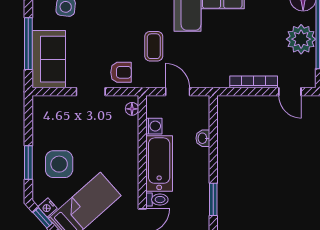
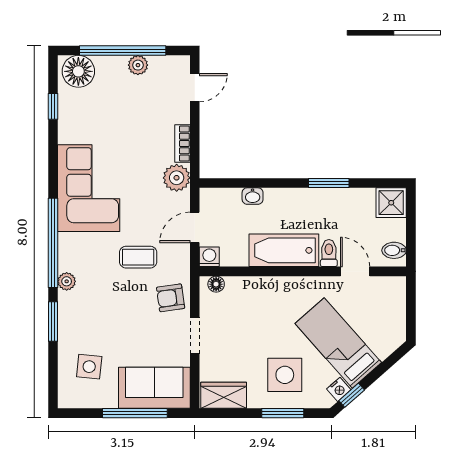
plant: (301, 39) -> (138, 65), width x0.53, depth x0.53
armchair: (121, 72) -> (171, 298), turned -98
plant: (217, 77) -> (177, 178), added
bookcase: (254, 82) -> (183, 144), width x0.64
wardrobe: (43, 115) -> (224, 395), added
washing machine: (154, 126) -> (209, 257), moved

